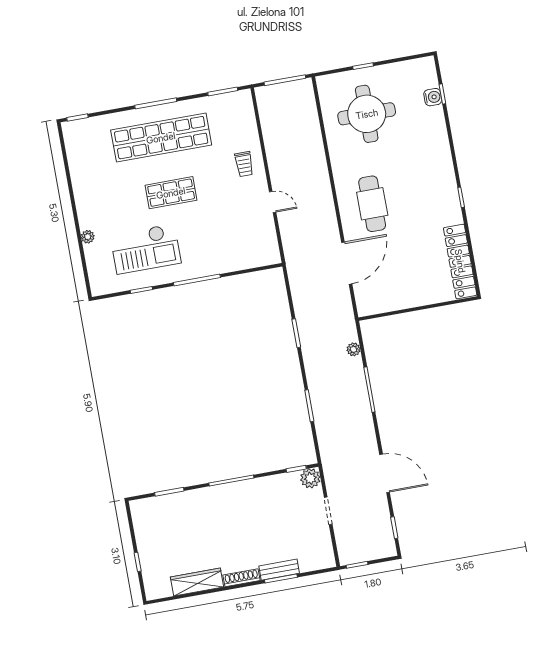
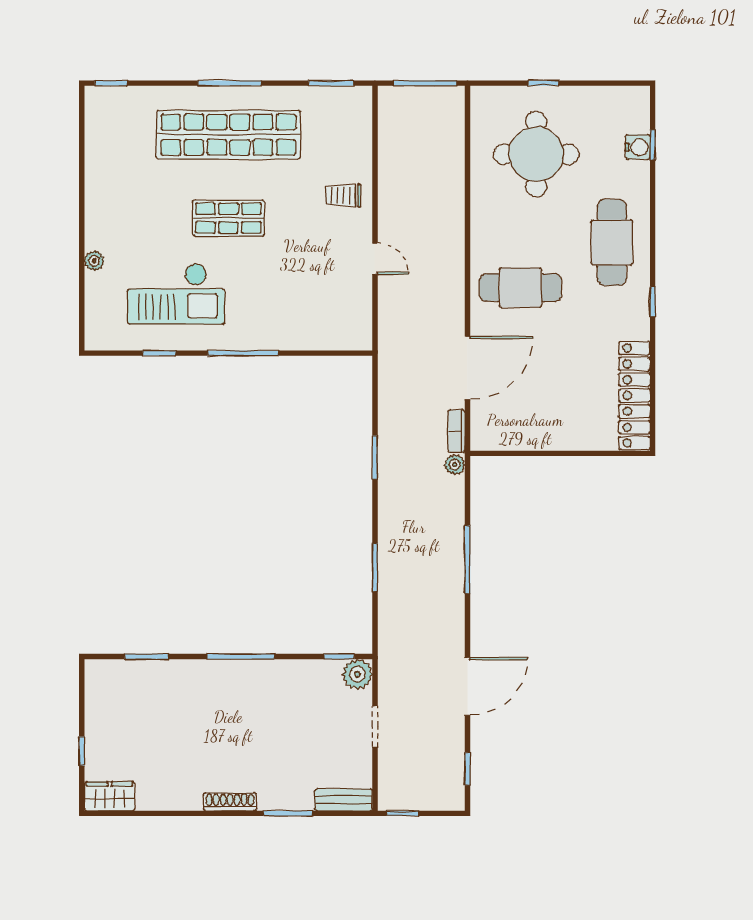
cafe table: (427, 163) -> (612, 242), added
trolley: (244, 164) -> (343, 196), turned 90
cafe table: (372, 204) -> (520, 288), turned 90
bookcase: (347, 306) -> (456, 431), added
plant: (354, 349) -> (455, 465), moved
door: (385, 473) -> (467, 686), hinge flipped
bench: (279, 570) -> (344, 800), moved
wardrobe: (197, 582) -> (110, 796), moved, width x0.67

